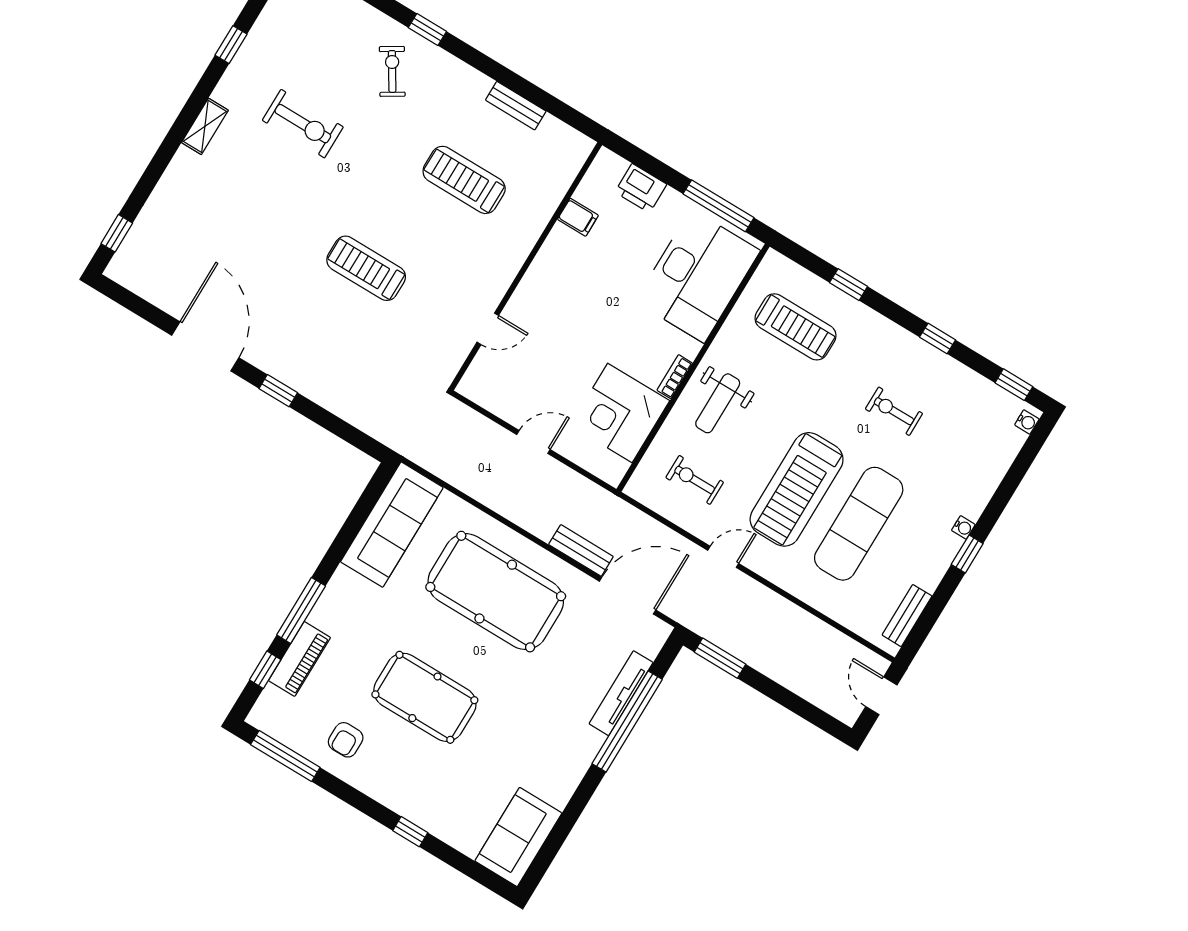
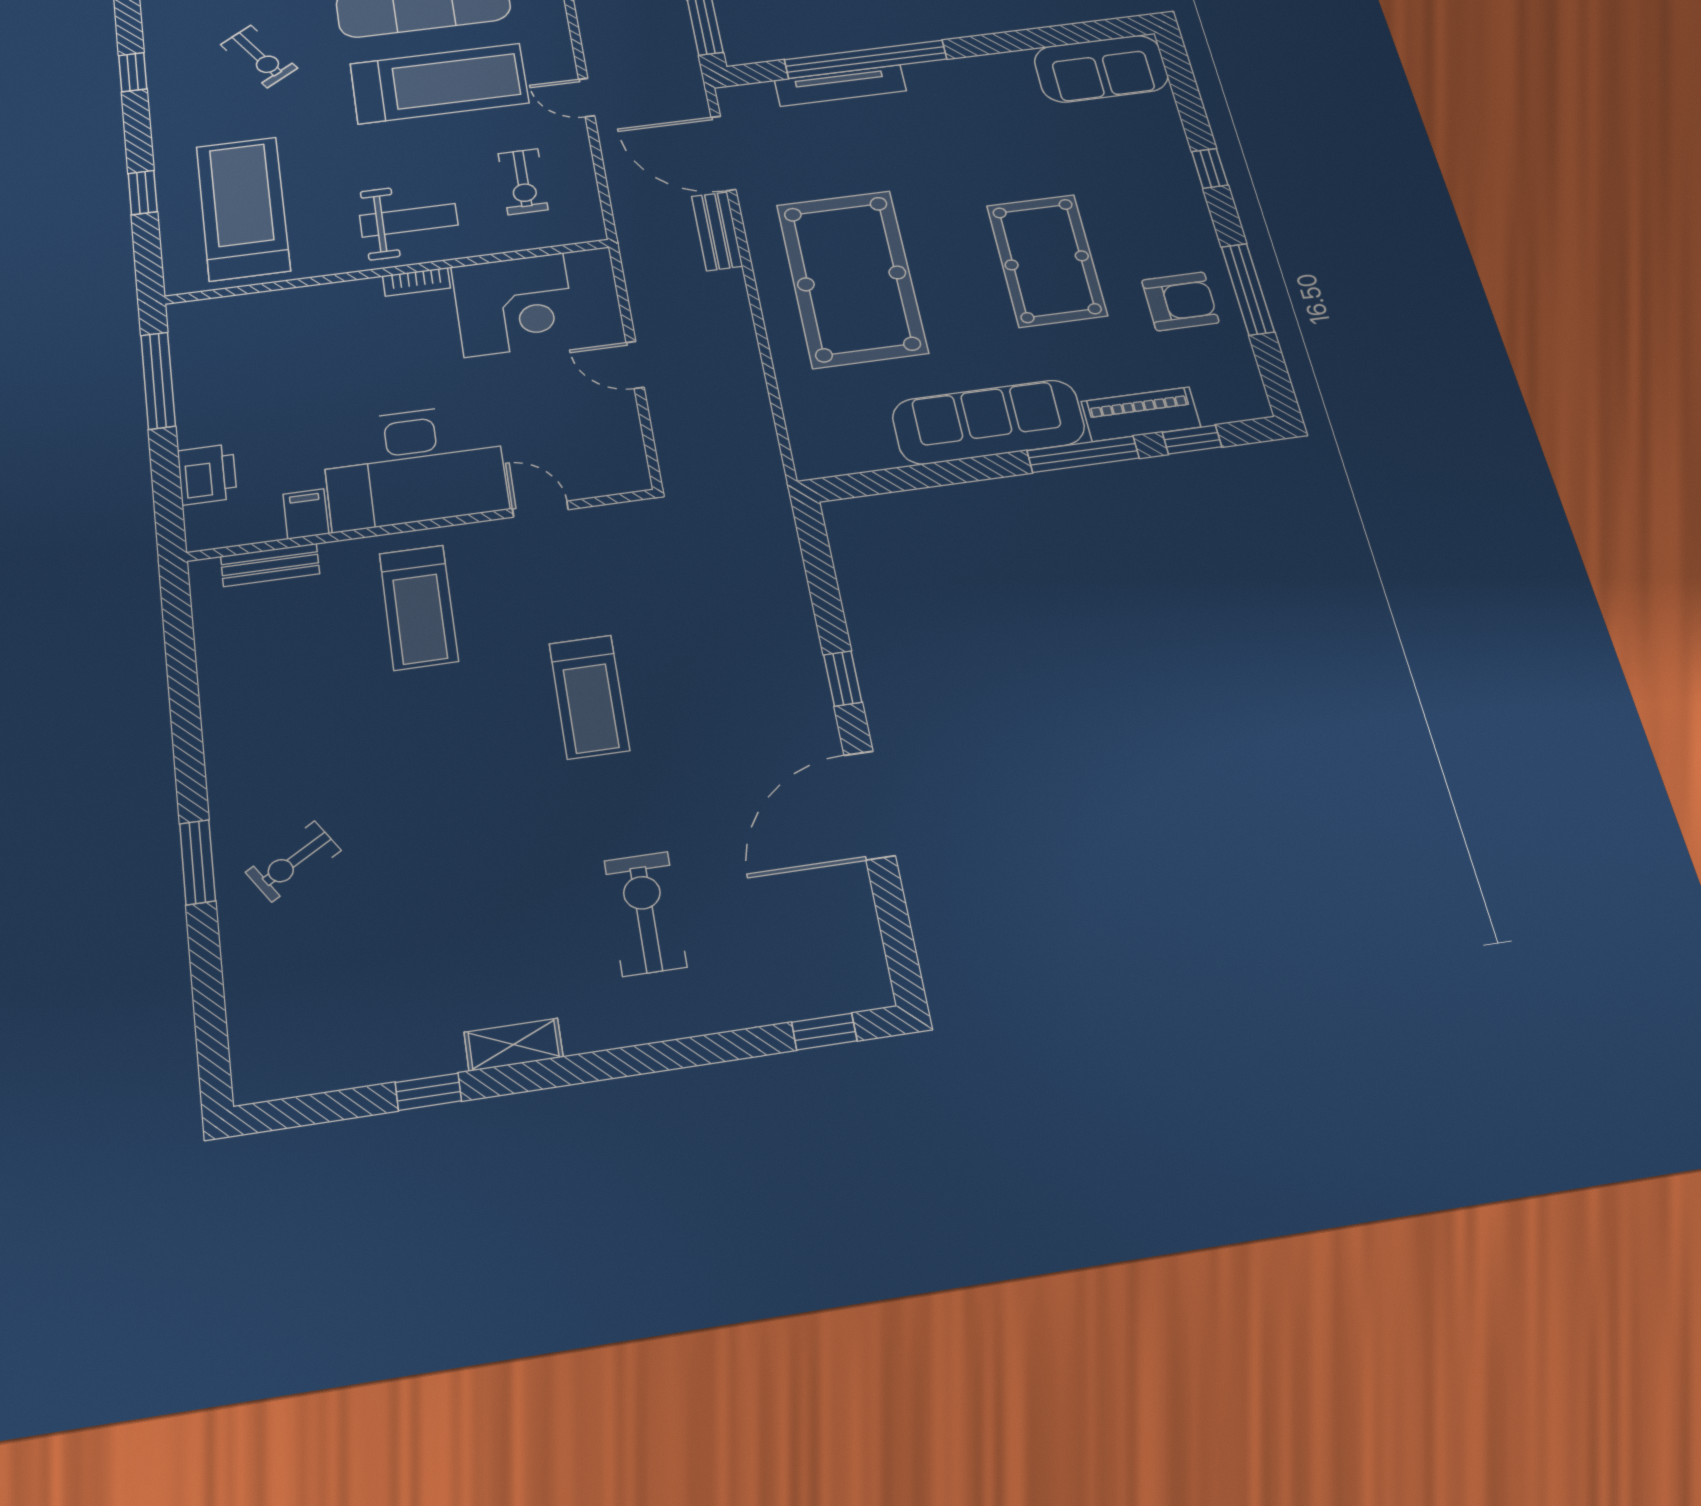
window: (427, 30) -> (197, 862), width x1.50
bench: (516, 106) -> (270, 565), moved, turned 90
exercise bike: (303, 124) -> (645, 914), moved
shelving: (205, 126) -> (513, 1045), moved
treadmill: (464, 180) -> (419, 607), moved
desk: (698, 276) -> (414, 466), moved, turned 180
treadmill: (795, 327) -> (243, 208), width x1.37, depth x1.38
exercise bike: (894, 411) -> (259, 56), turned -33
sofa: (392, 525) -> (988, 422), moved
armchair: (346, 740) -> (1180, 301), width x1.38, depth x1.38
window: (285, 756) -> (1248, 289), moved

